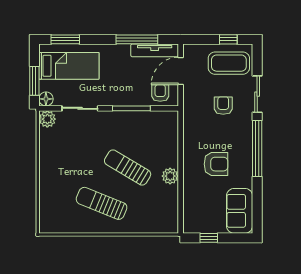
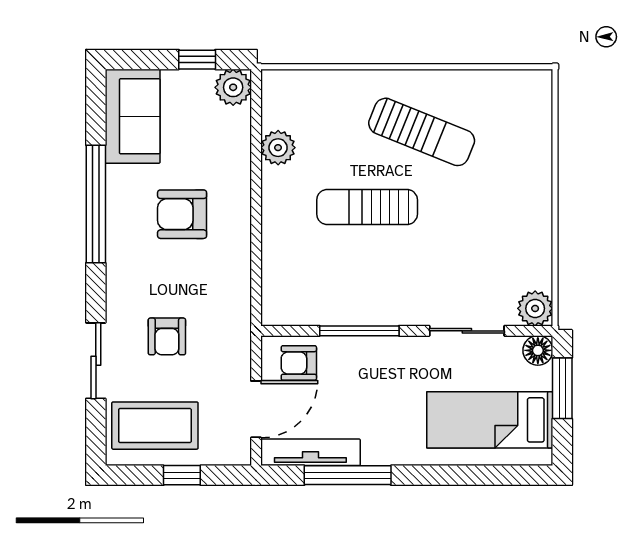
window: (65, 39) -> (498, 475), removed
window: (228, 39) -> (182, 475), moved
armchair: (160, 93) -> (299, 363), turned 90
window: (257, 148) -> (96, 204), moved
sun lounger: (128, 167) -> (367, 207), turned 149
plant: (170, 176) -> (278, 148), moved
plant: (192, 225) -> (233, 87), added

